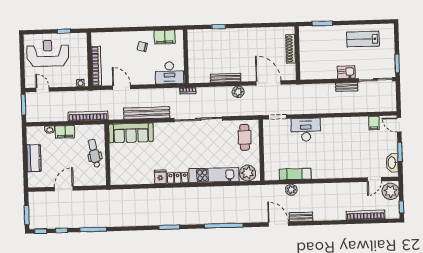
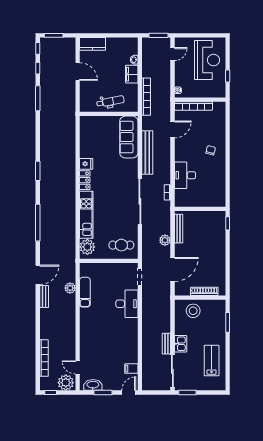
filing cabinet: (165, 37) -> (219, 172), removed
wall: (186, 56) -> (200, 209), moved
stool: (311, 60) -> (193, 311), added
kitchen counter: (34, 158) -> (92, 44), moved

